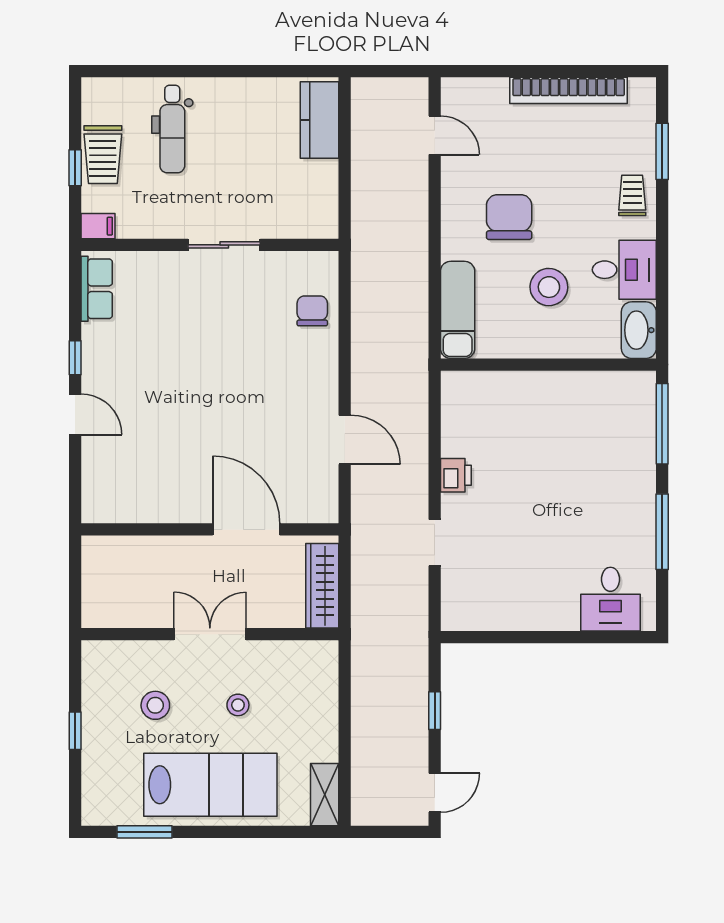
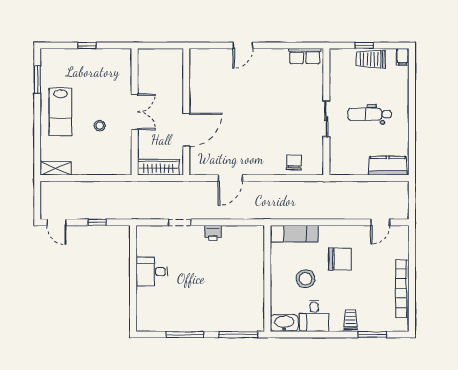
dental chair: (172, 129) -> (369, 114), moved
trolley: (632, 195) -> (351, 320), turned -90
filing cabinet: (98, 226) -> (403, 57), moved
chair: (312, 311) -> (294, 162), turned -90
window: (75, 358) -> (271, 45), removed
desk: (610, 599) -> (152, 271), moved
stool: (155, 705) -> (100, 85), removed
lab bench: (210, 785) -> (60, 112), width x0.73, depth x0.72

